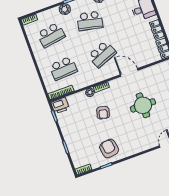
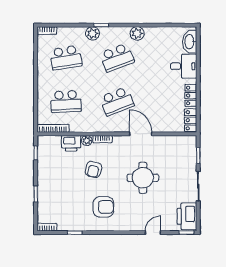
school desk: (90, 21) -> (117, 58), turned -33
printer: (60, 106) -> (71, 143), moved
armchair: (109, 148) -> (103, 207), moved, turned 99

